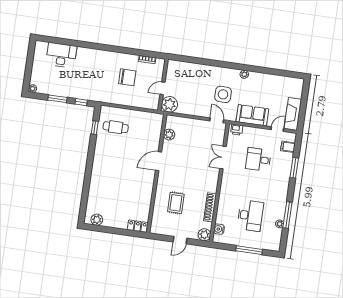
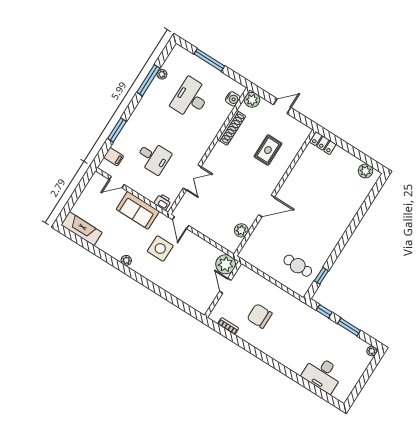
door: (163, 88) -> (225, 286), swing flipped
fireplace: (293, 114) -> (82, 229), moved, turned -90

